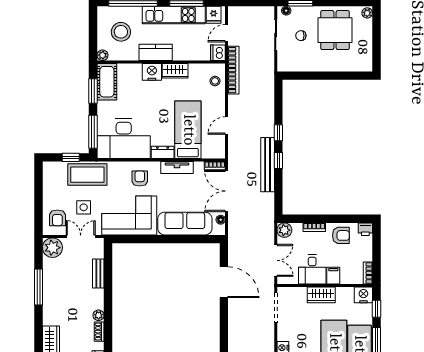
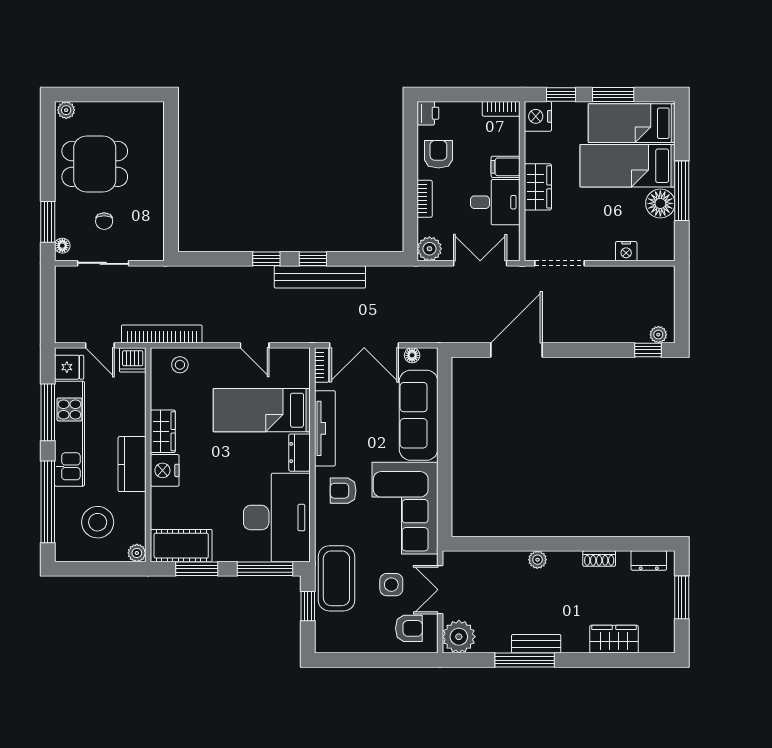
tv unit: (177, 168) -> (325, 428), width x1.41
bench: (98, 273) -> (536, 644), moved
plant: (99, 315) -> (537, 560), moved

